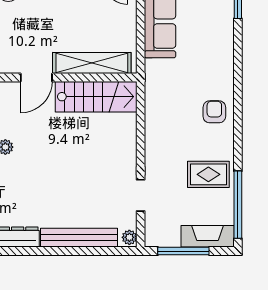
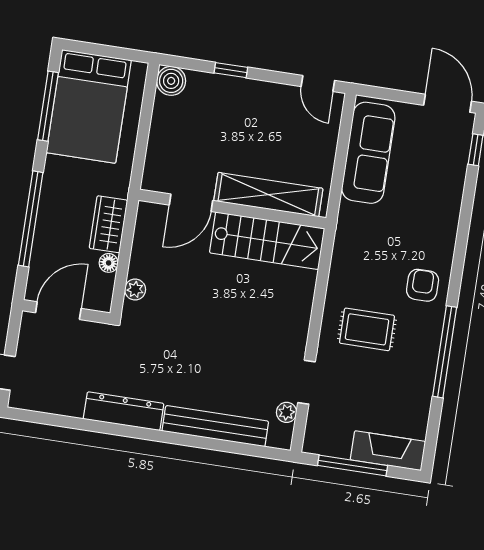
rug: (208, 174) -> (367, 329), moved
window: (238, 205) -> (445, 352), moved
plant: (129, 237) -> (287, 412), moved

